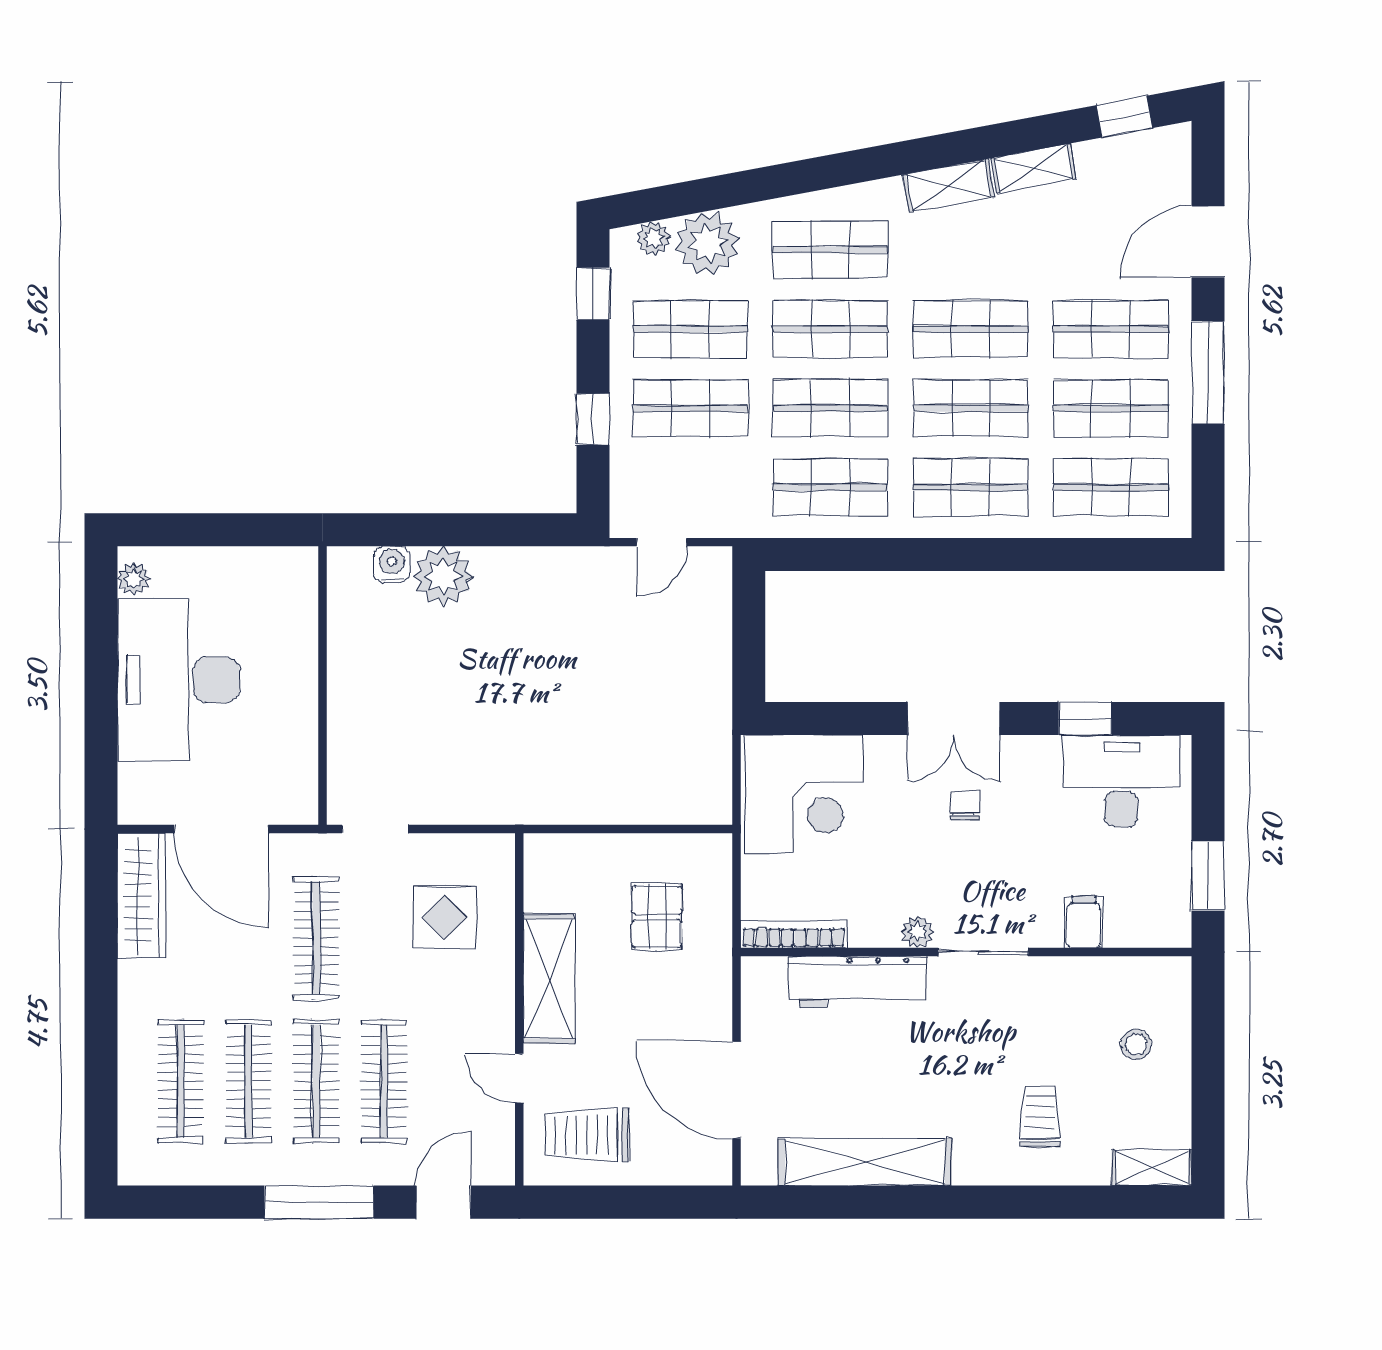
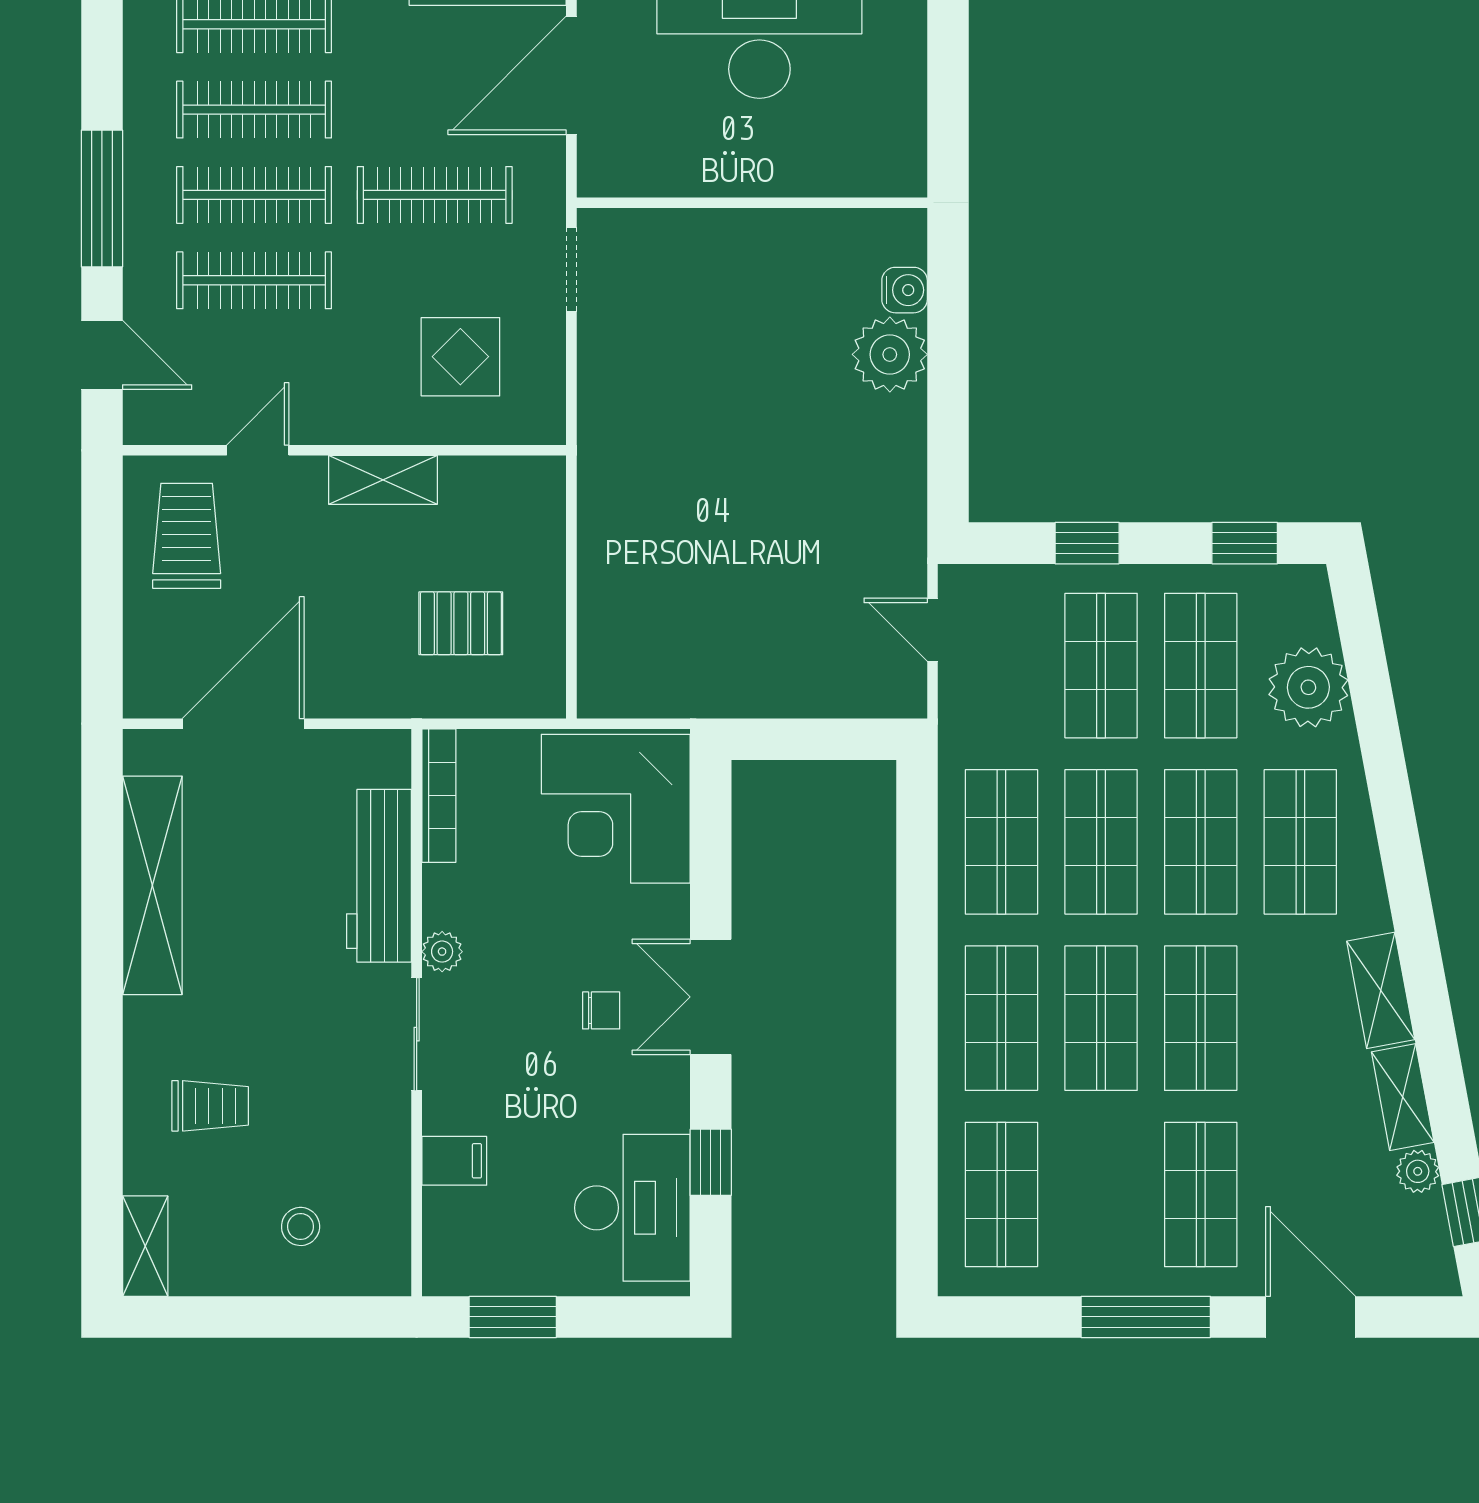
plant: (653, 238) -> (1418, 1171), moved
shop shelf: (1111, 408) -> (1101, 1194), removed
shelving: (549, 979) -> (383, 480), width x0.67, depth x0.75

